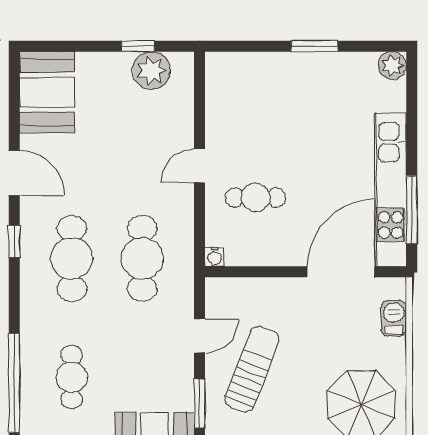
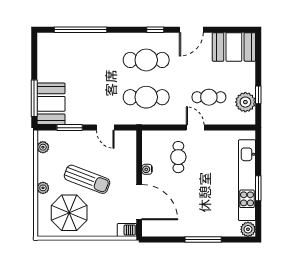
kitchen unit: (391, 190) -> (247, 180), moved, turned -90
window: (412, 210) -> (203, 240), moved
water cooler: (215, 257) -> (147, 169), moved
barbecue: (394, 318) -> (127, 230), moved
sun lounger: (252, 369) -> (87, 179), moved
cafe table: (72, 377) -> (209, 97), moved

